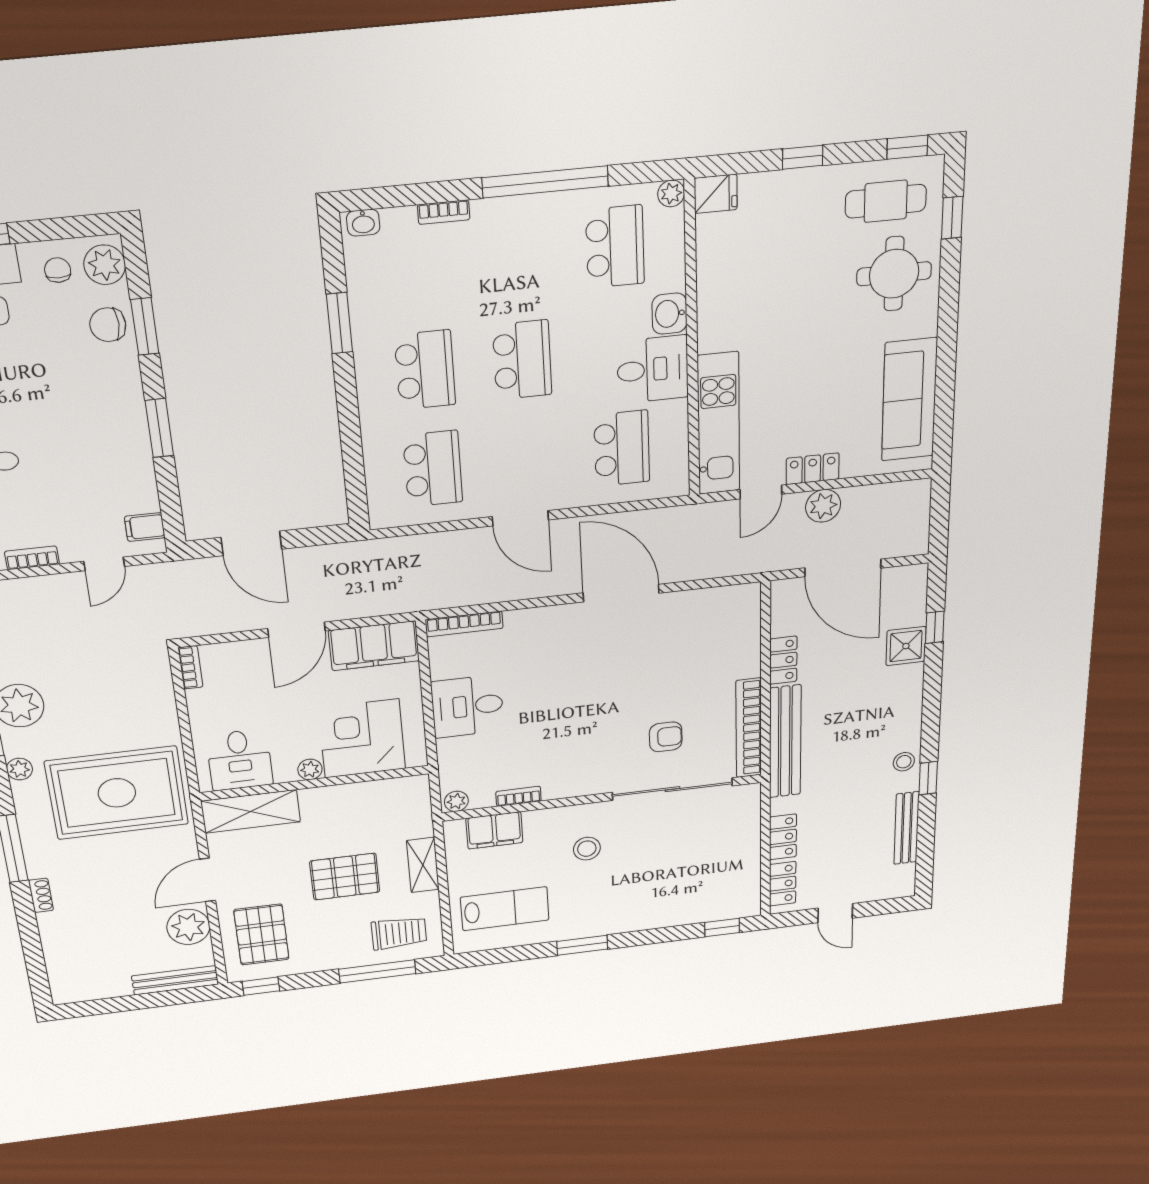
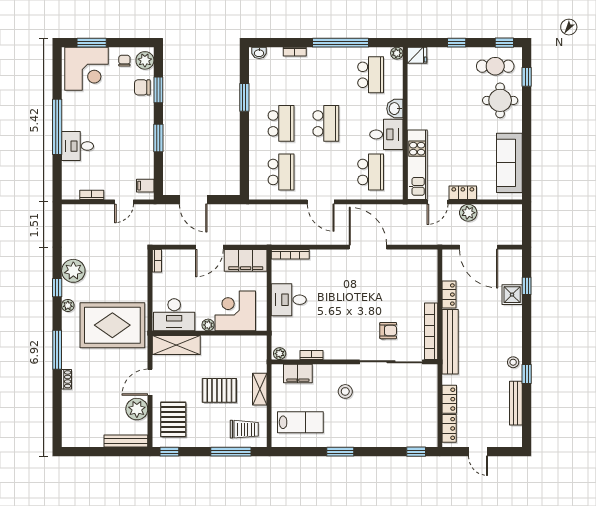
desk: (240, 760) -> (174, 315), width x1.37

